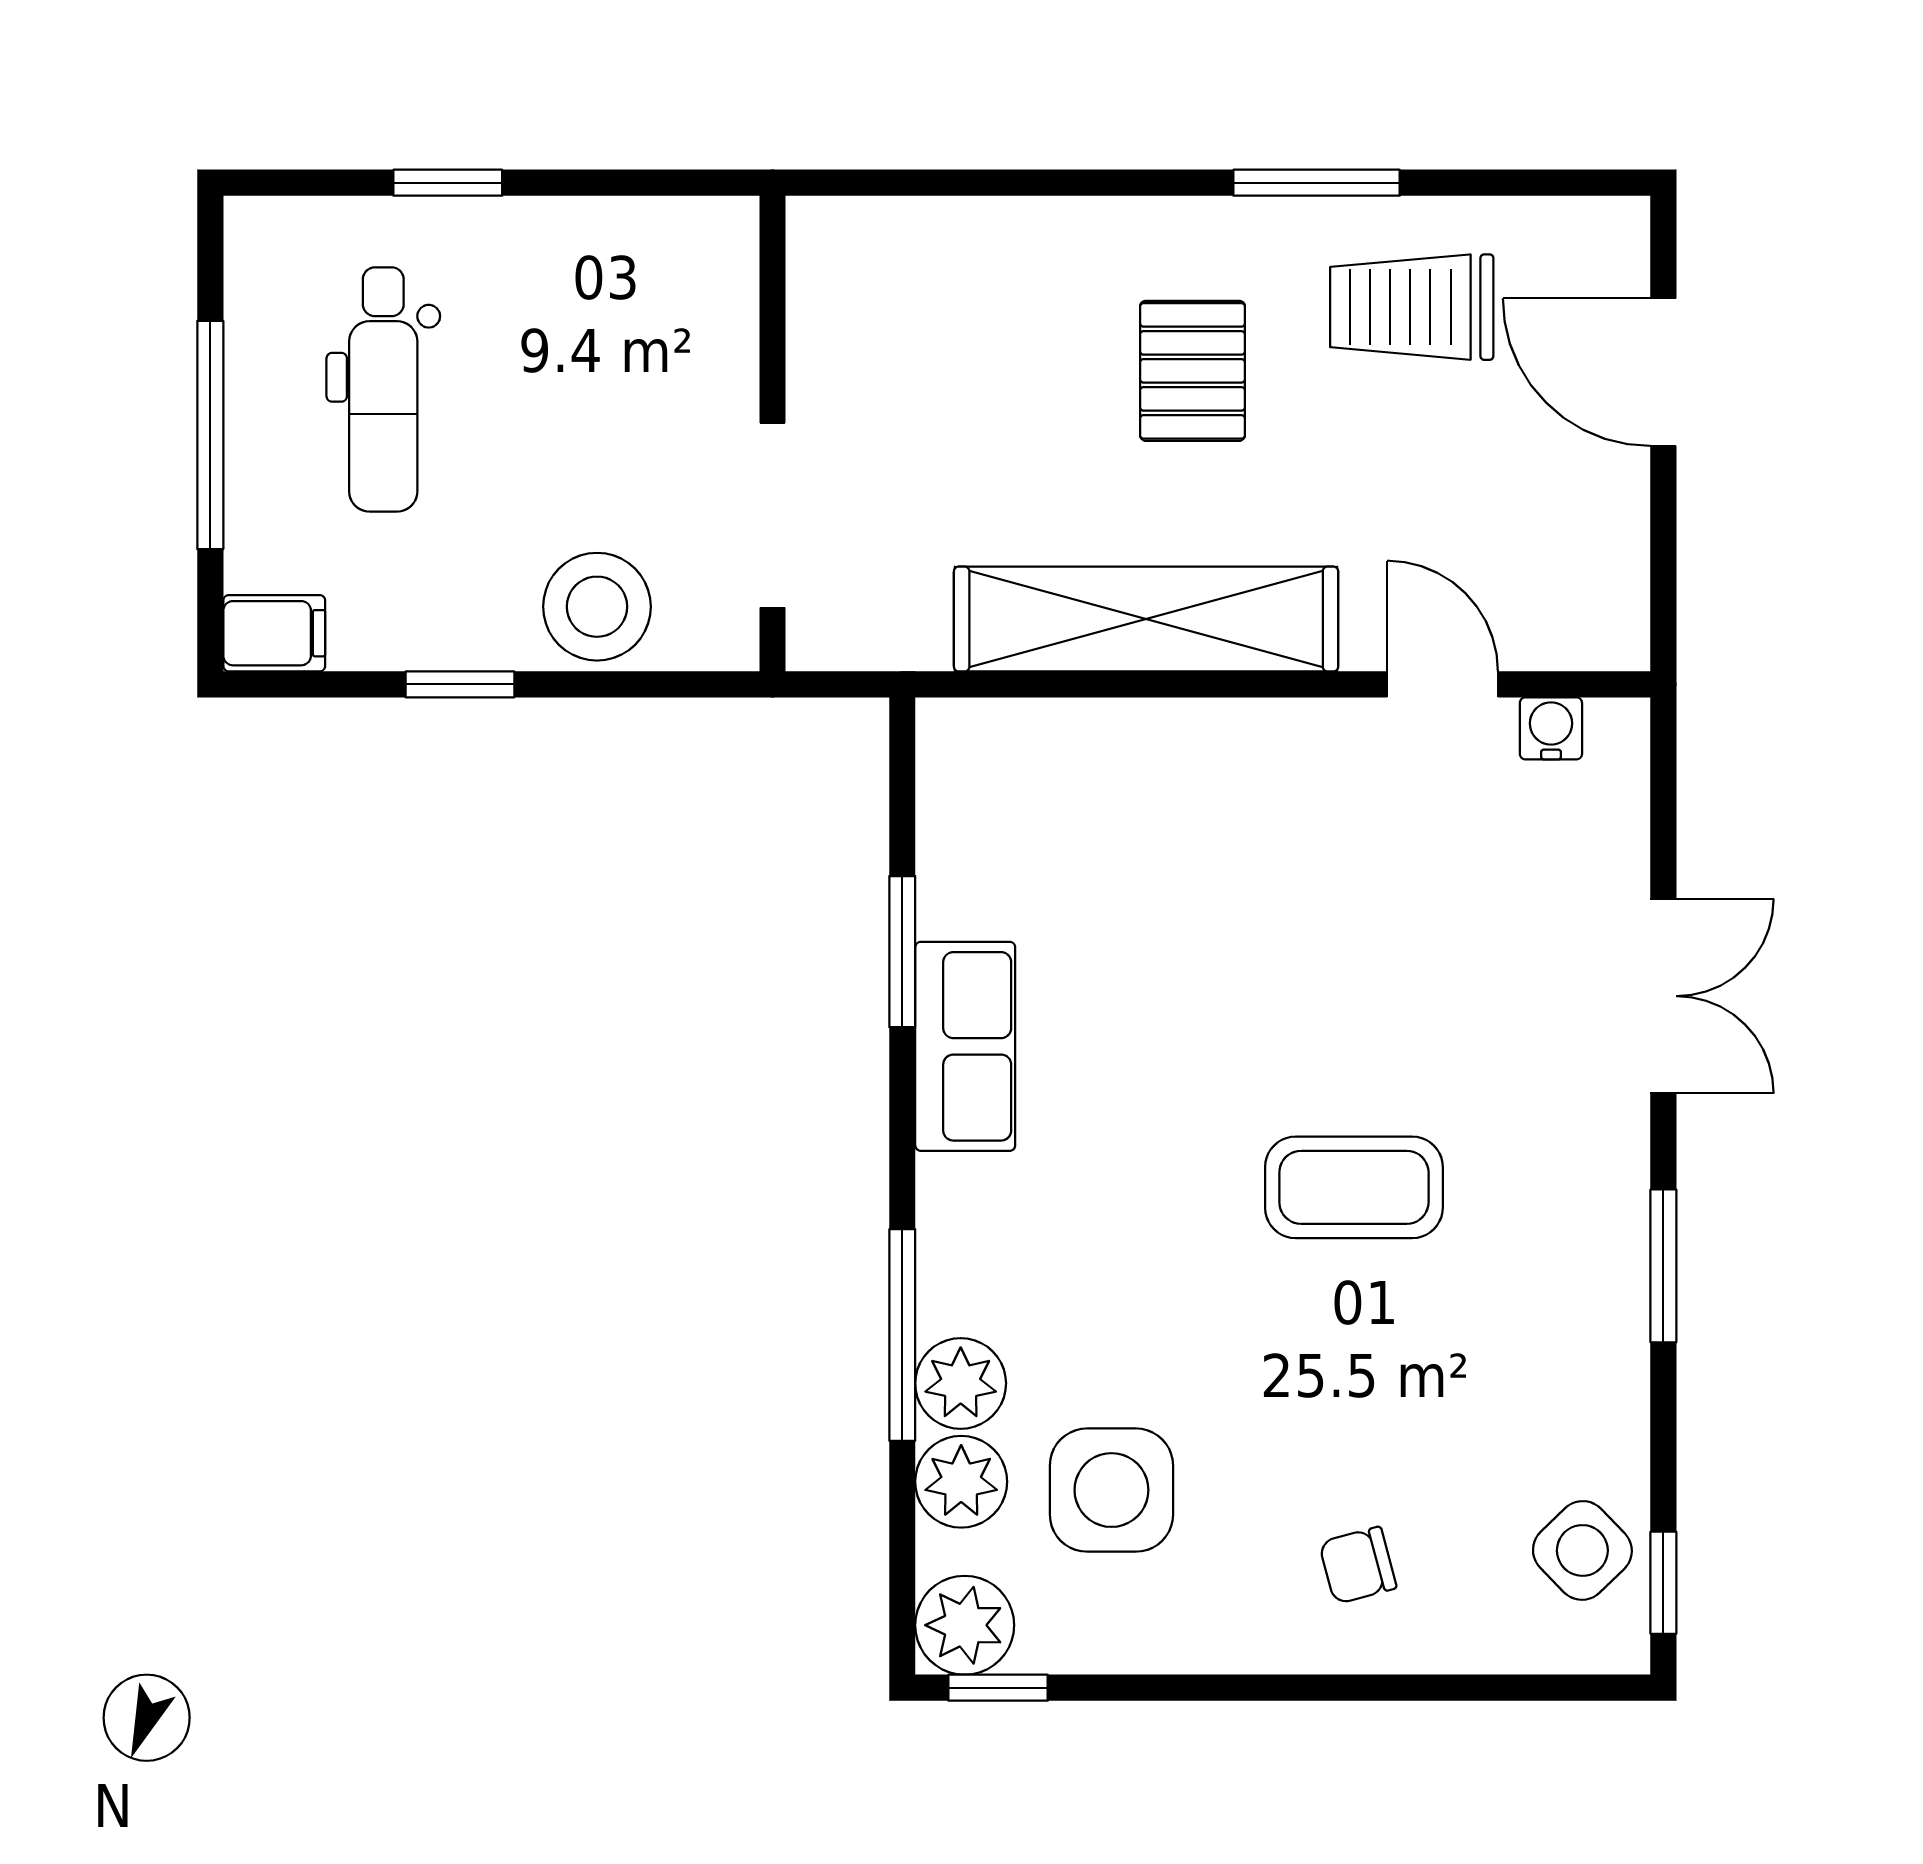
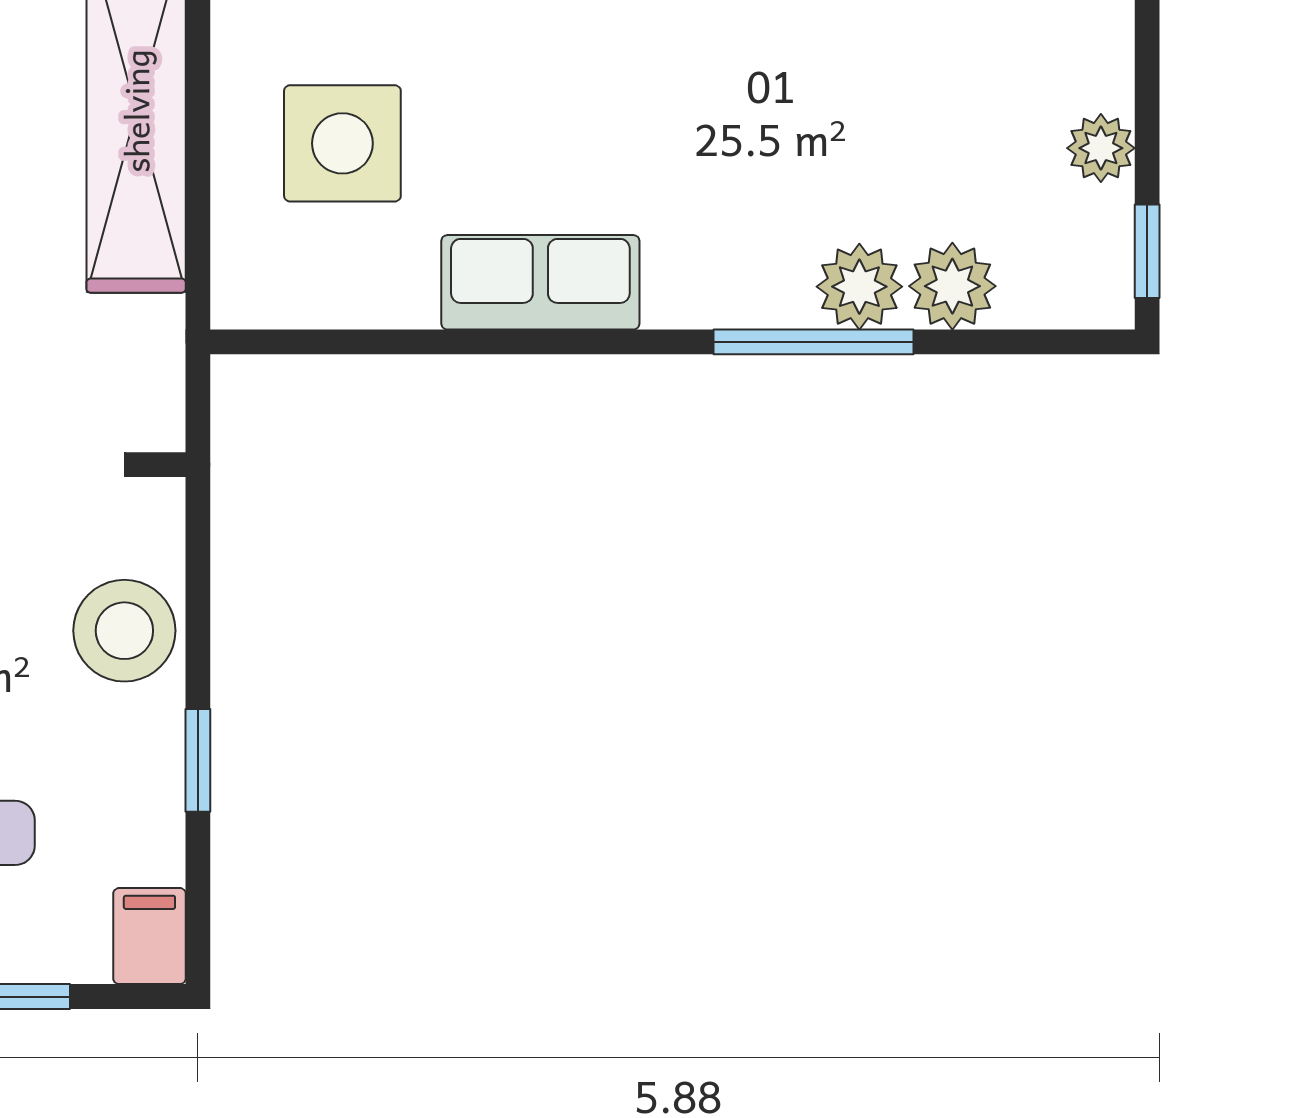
window: (902, 952) -> (451, 342), removed
side table: (1111, 1490) -> (342, 143), moved
plant: (965, 1625) -> (1101, 148), moved, width x0.73, depth x0.73

